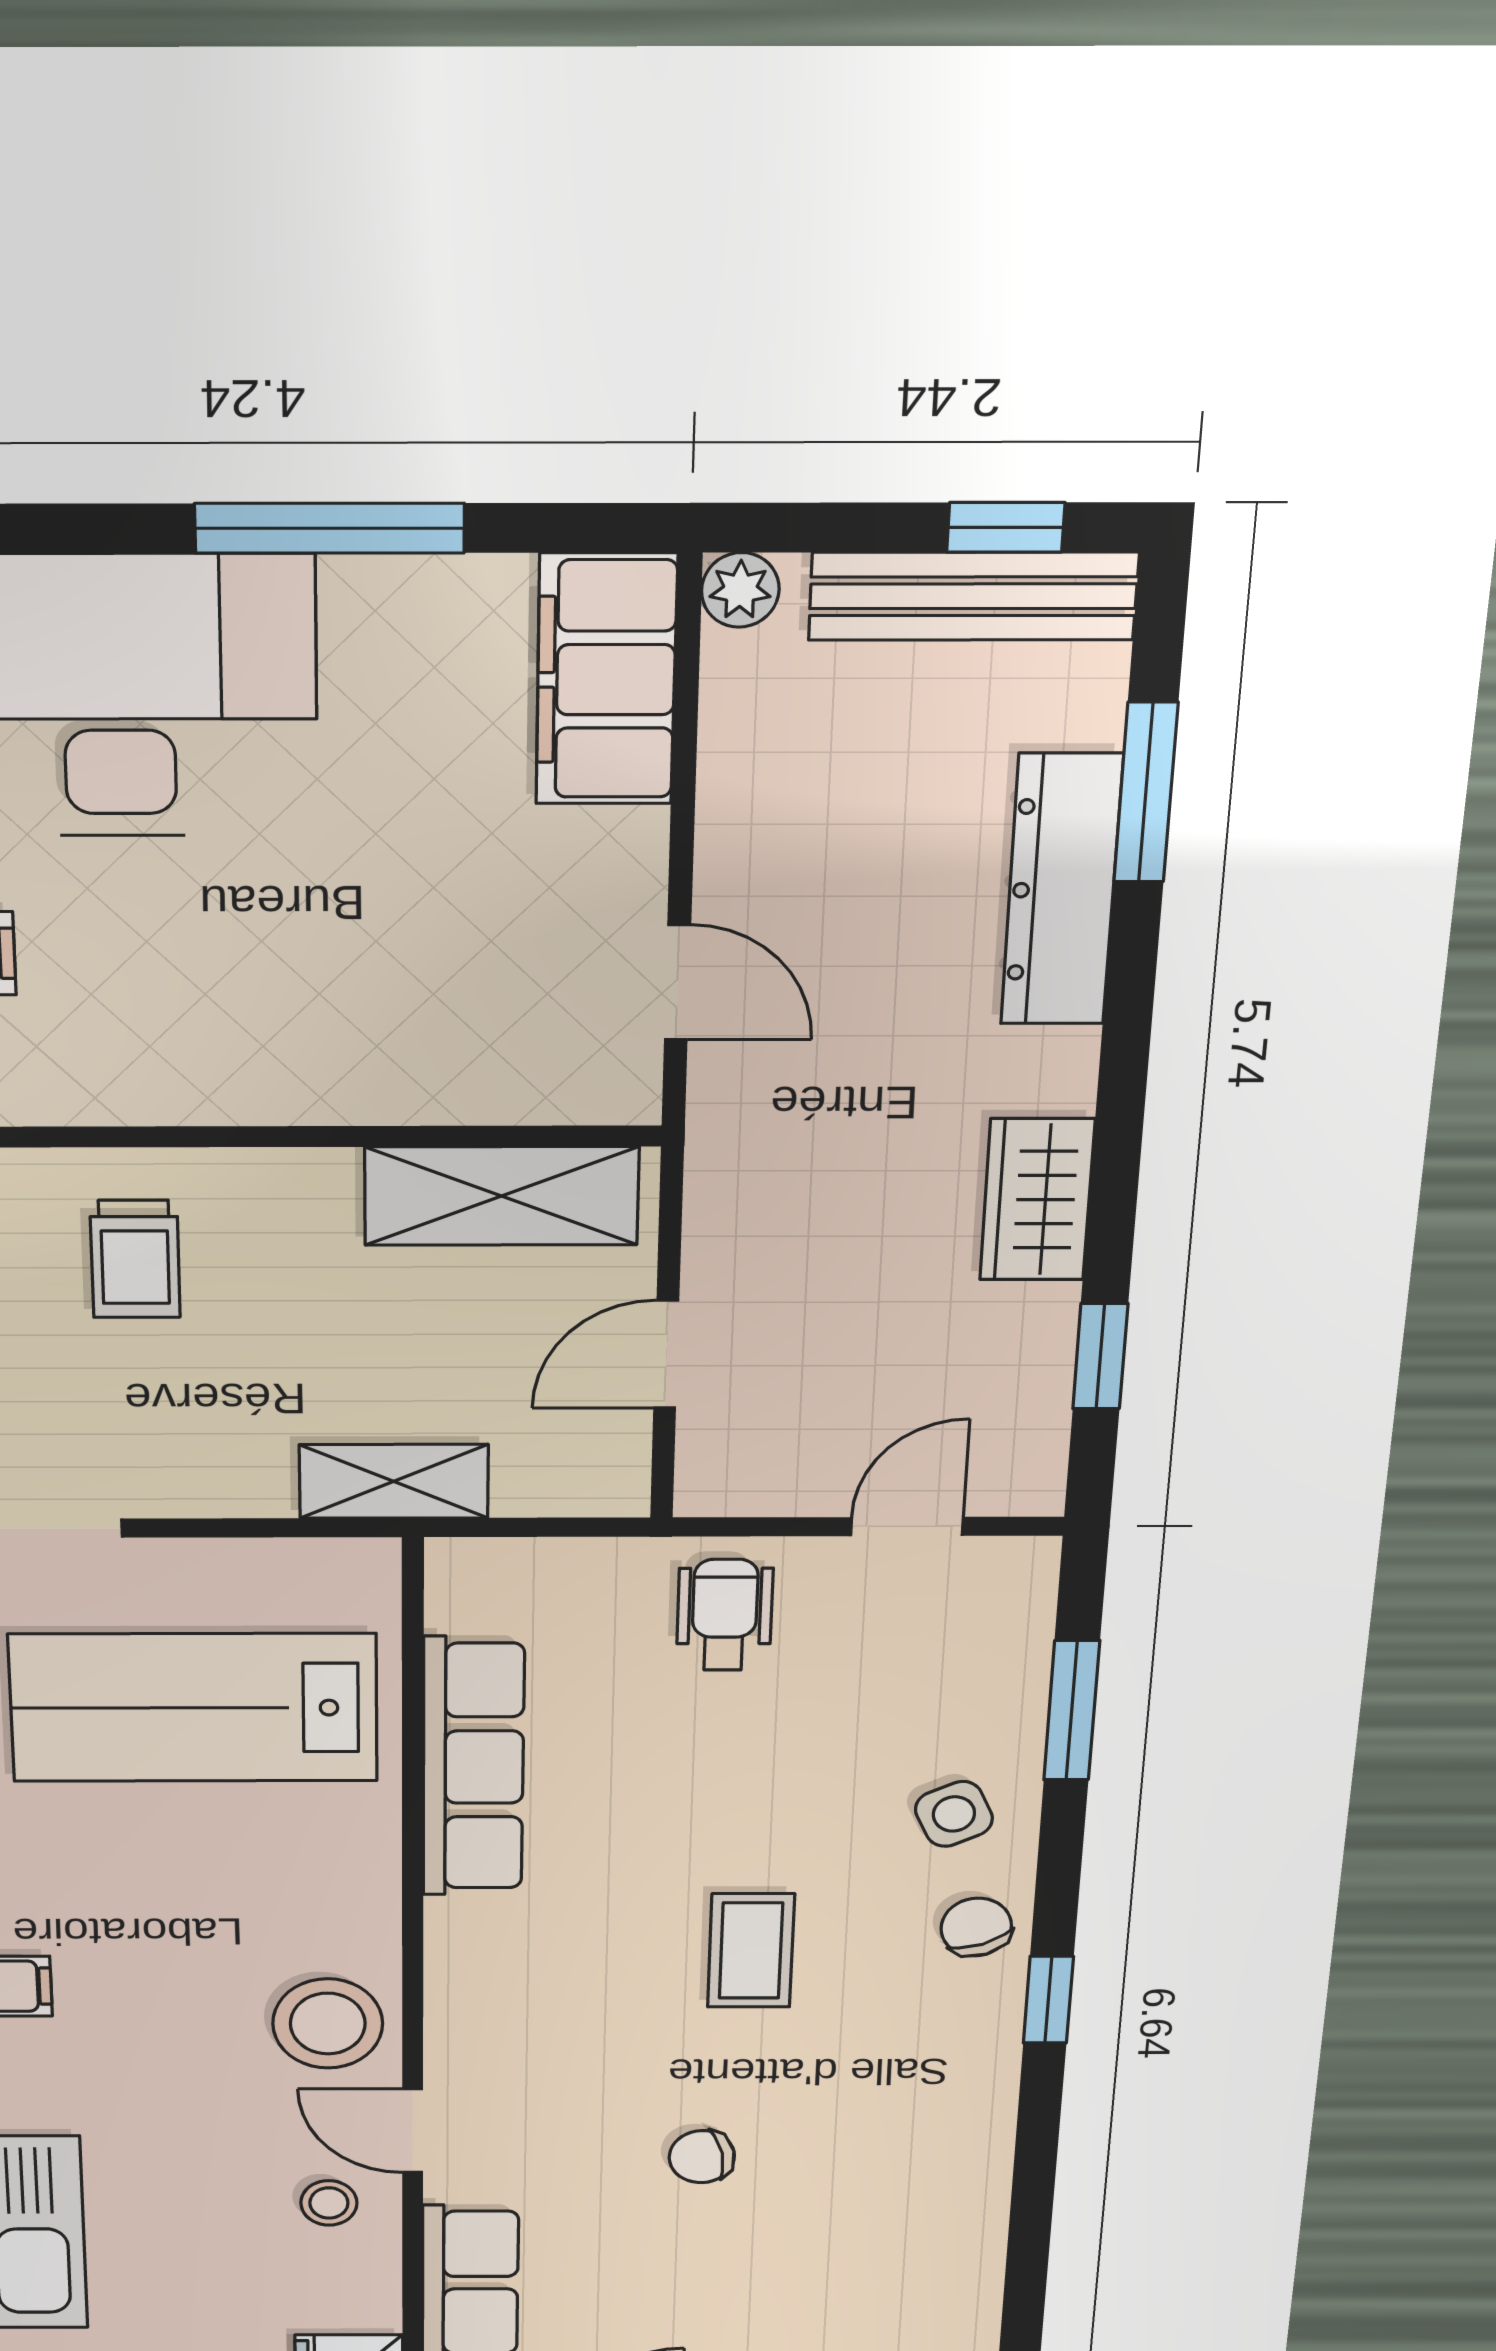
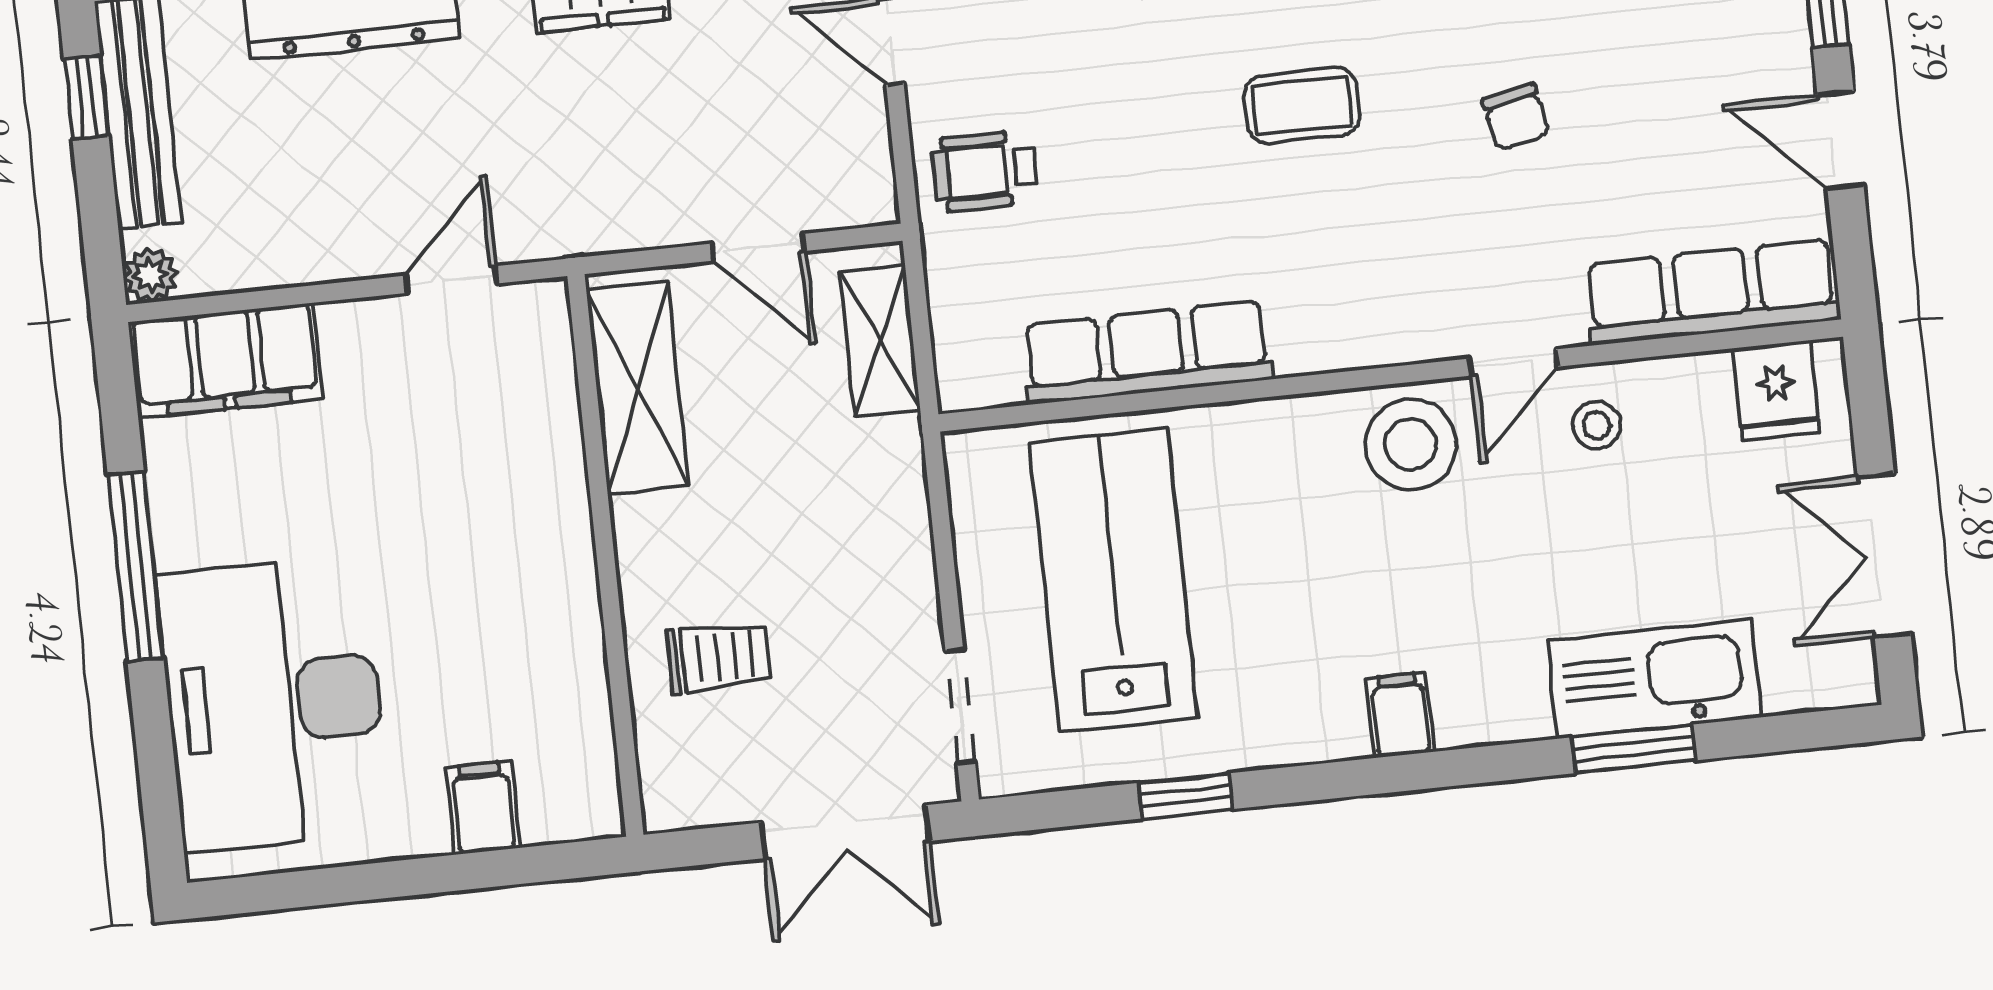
shelving: (394, 1481) -> (880, 341), moved
lab bench: (194, 1708) -> (1114, 580), turned 180

